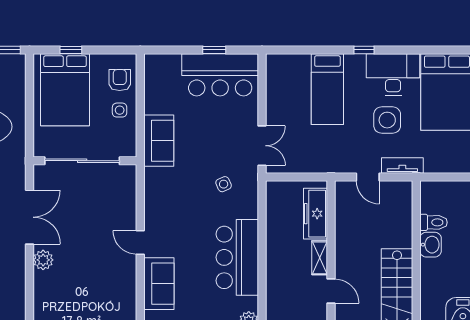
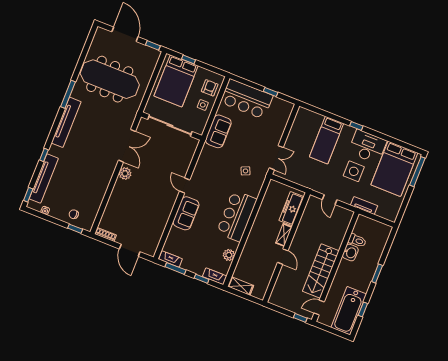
bar counter: (220, 75) -> (247, 99), moved
tv unit: (402, 165) -> (364, 206), moved

